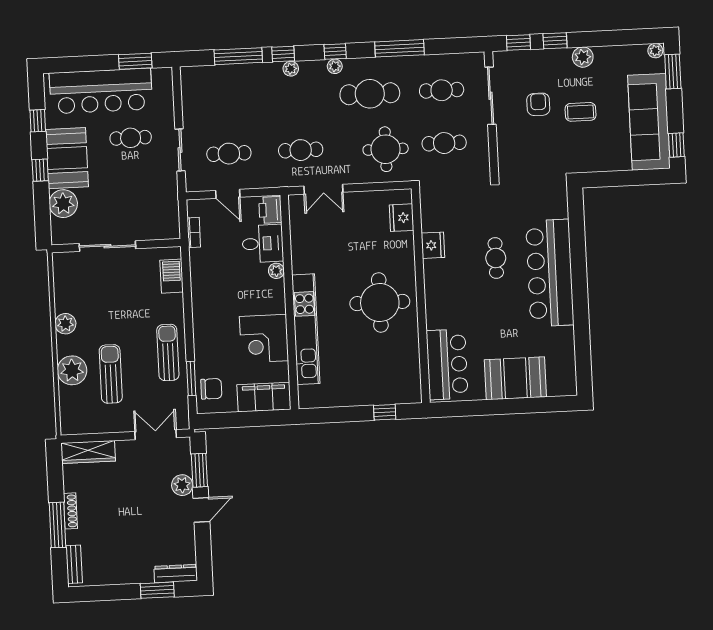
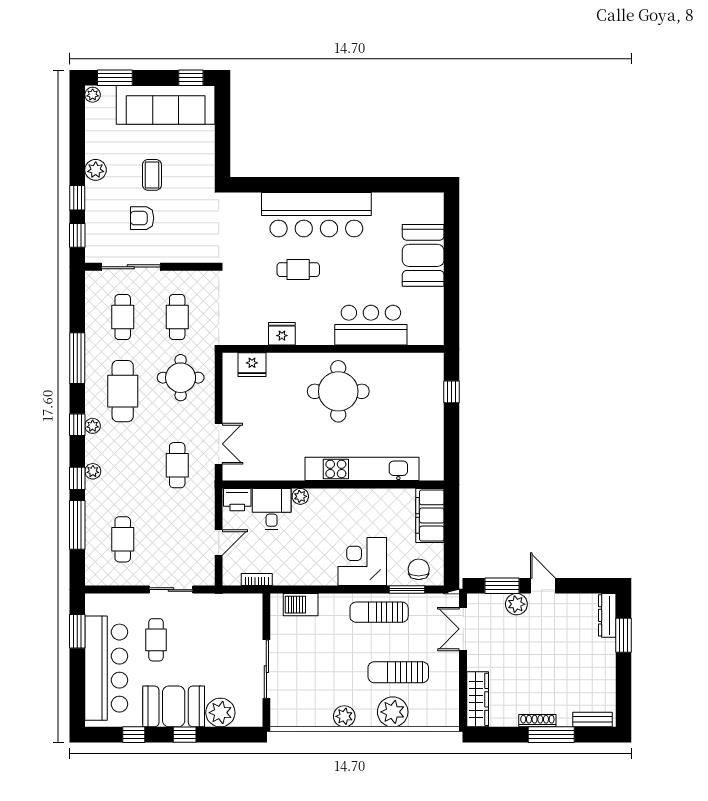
cafe table: (229, 154) -> (123, 539), moved
corner desk: (264, 339) -> (362, 562), moved, turned 180
bar counter: (447, 364) -> (371, 325), moved

